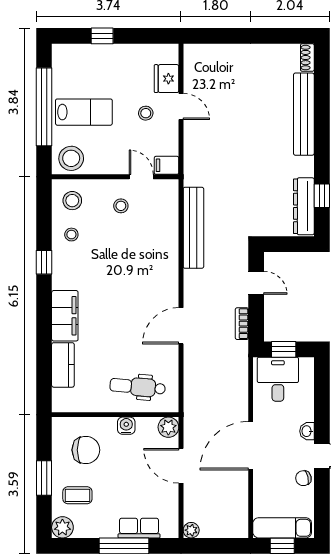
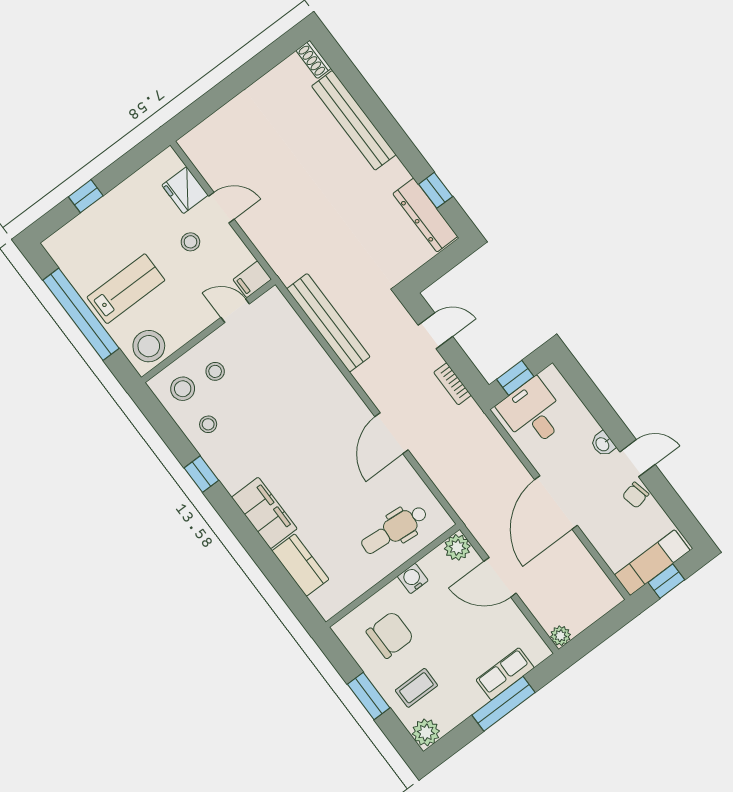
stool: (121, 206) -> (215, 371), moved

